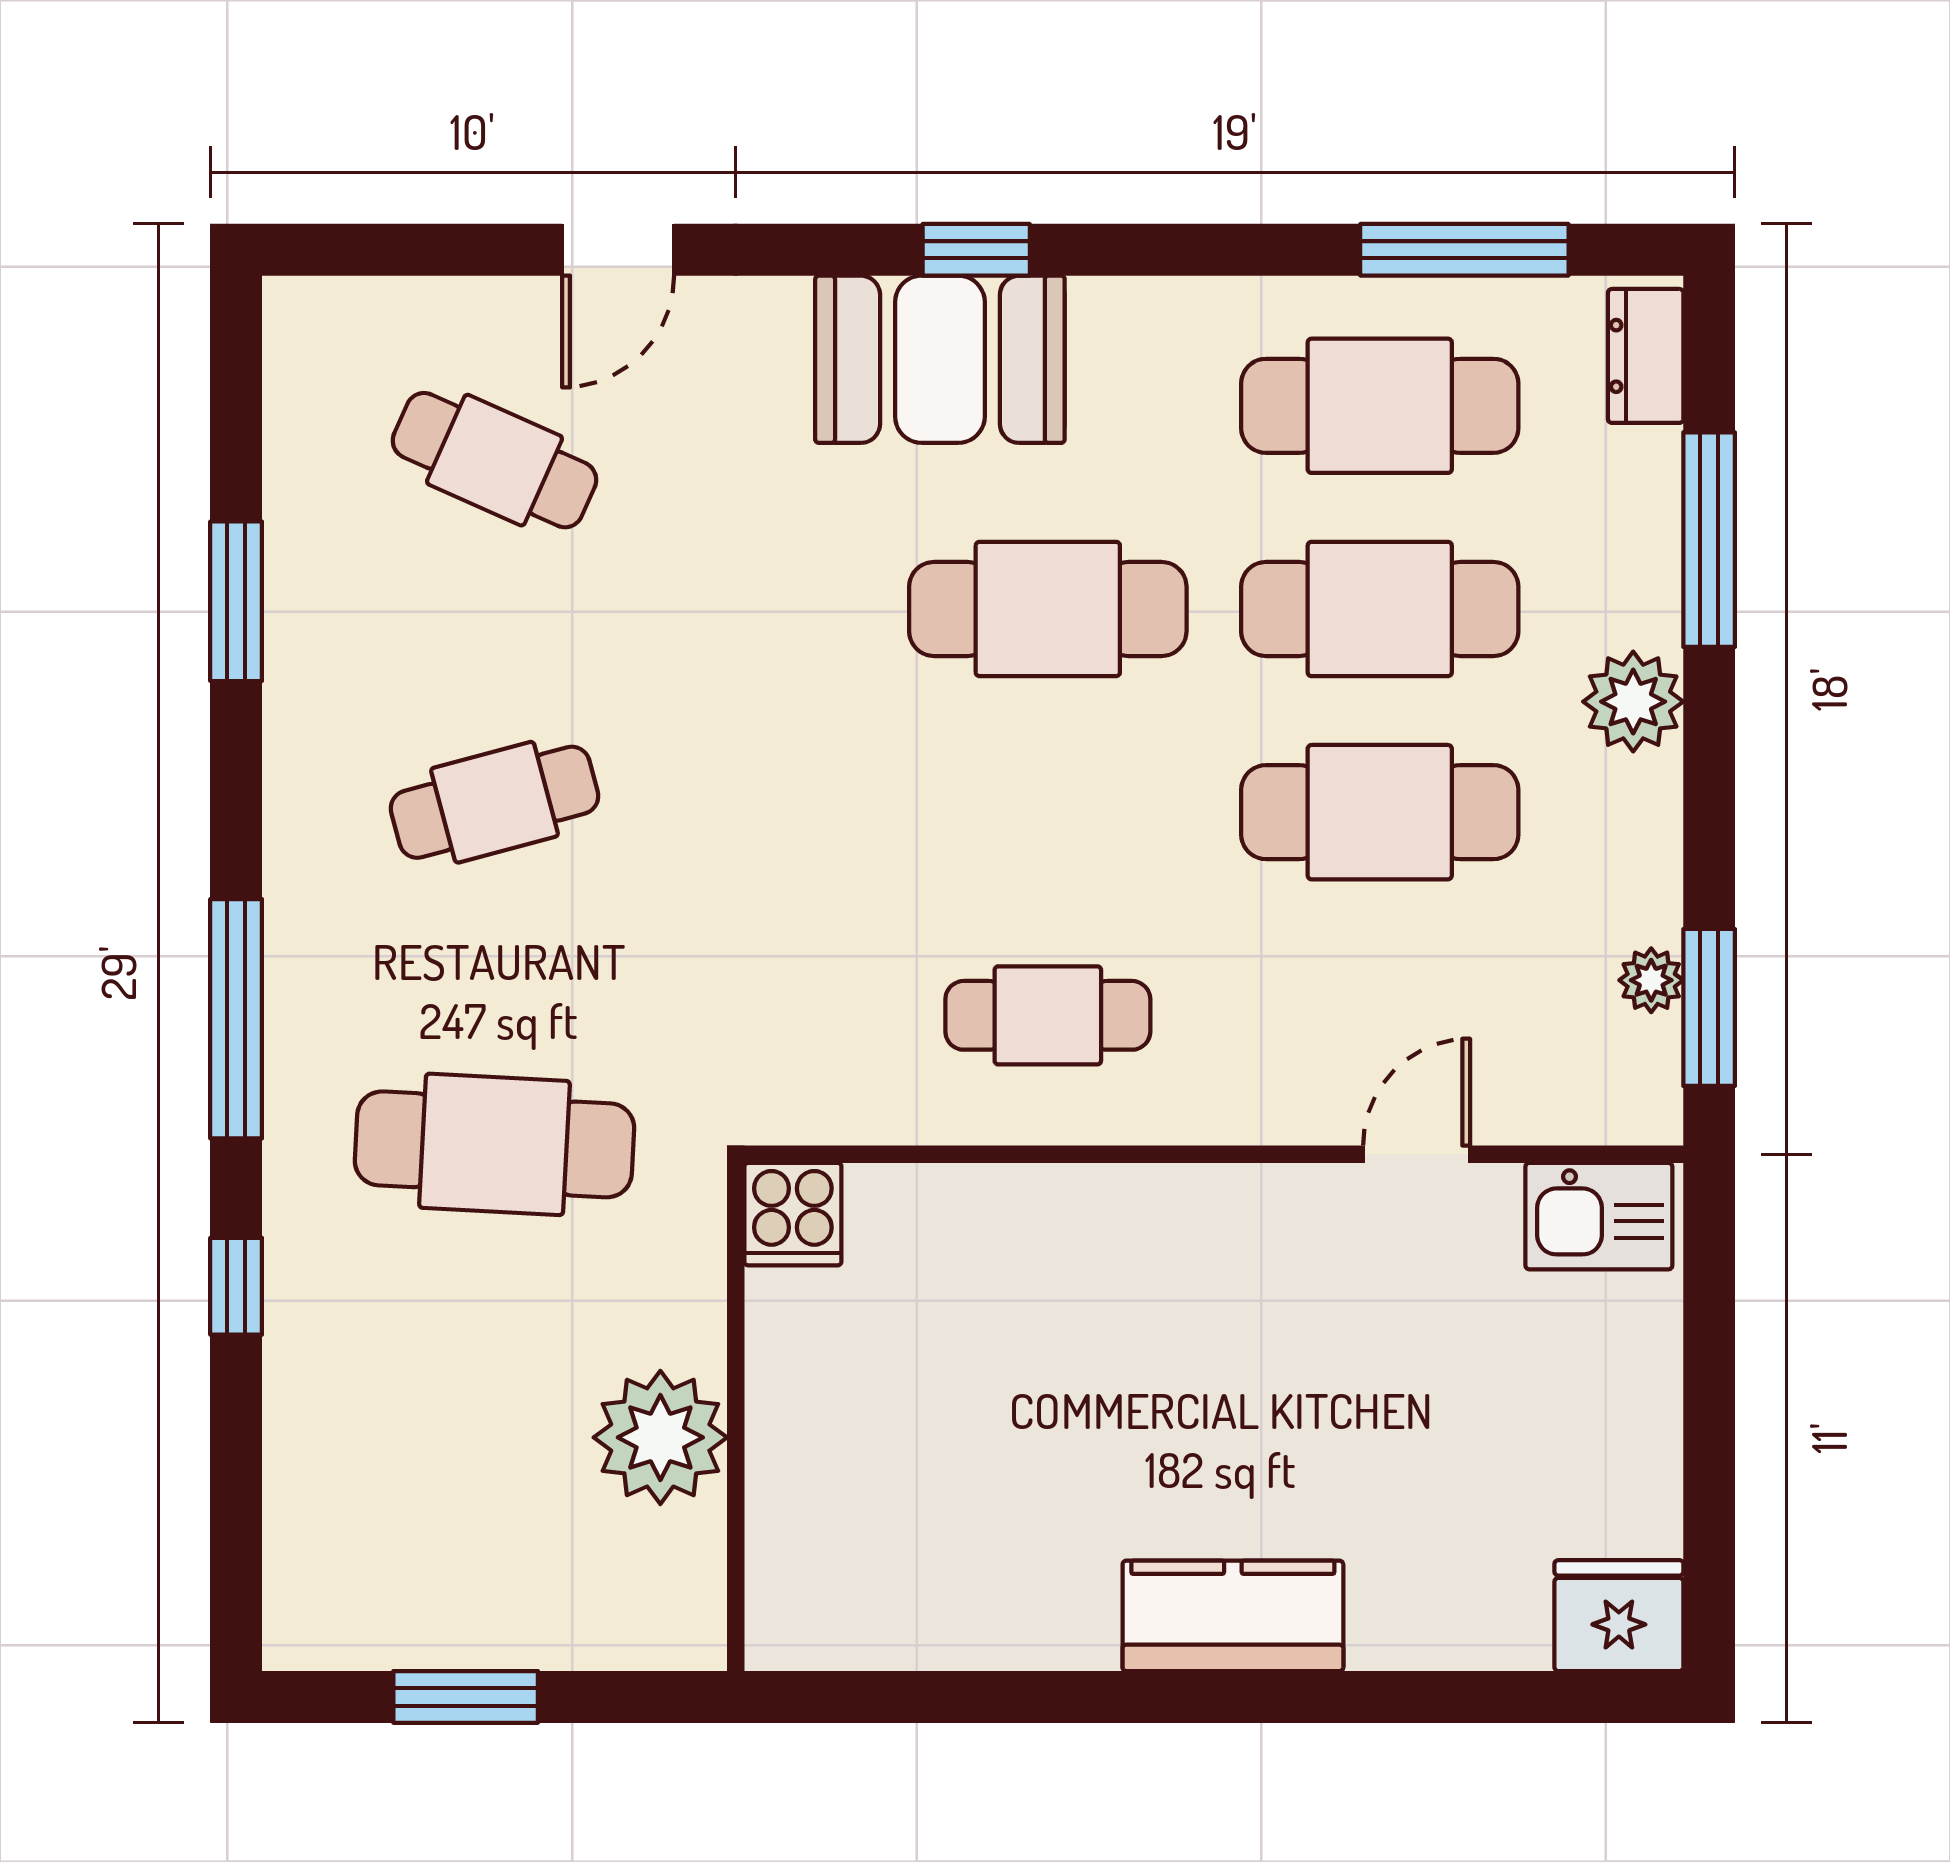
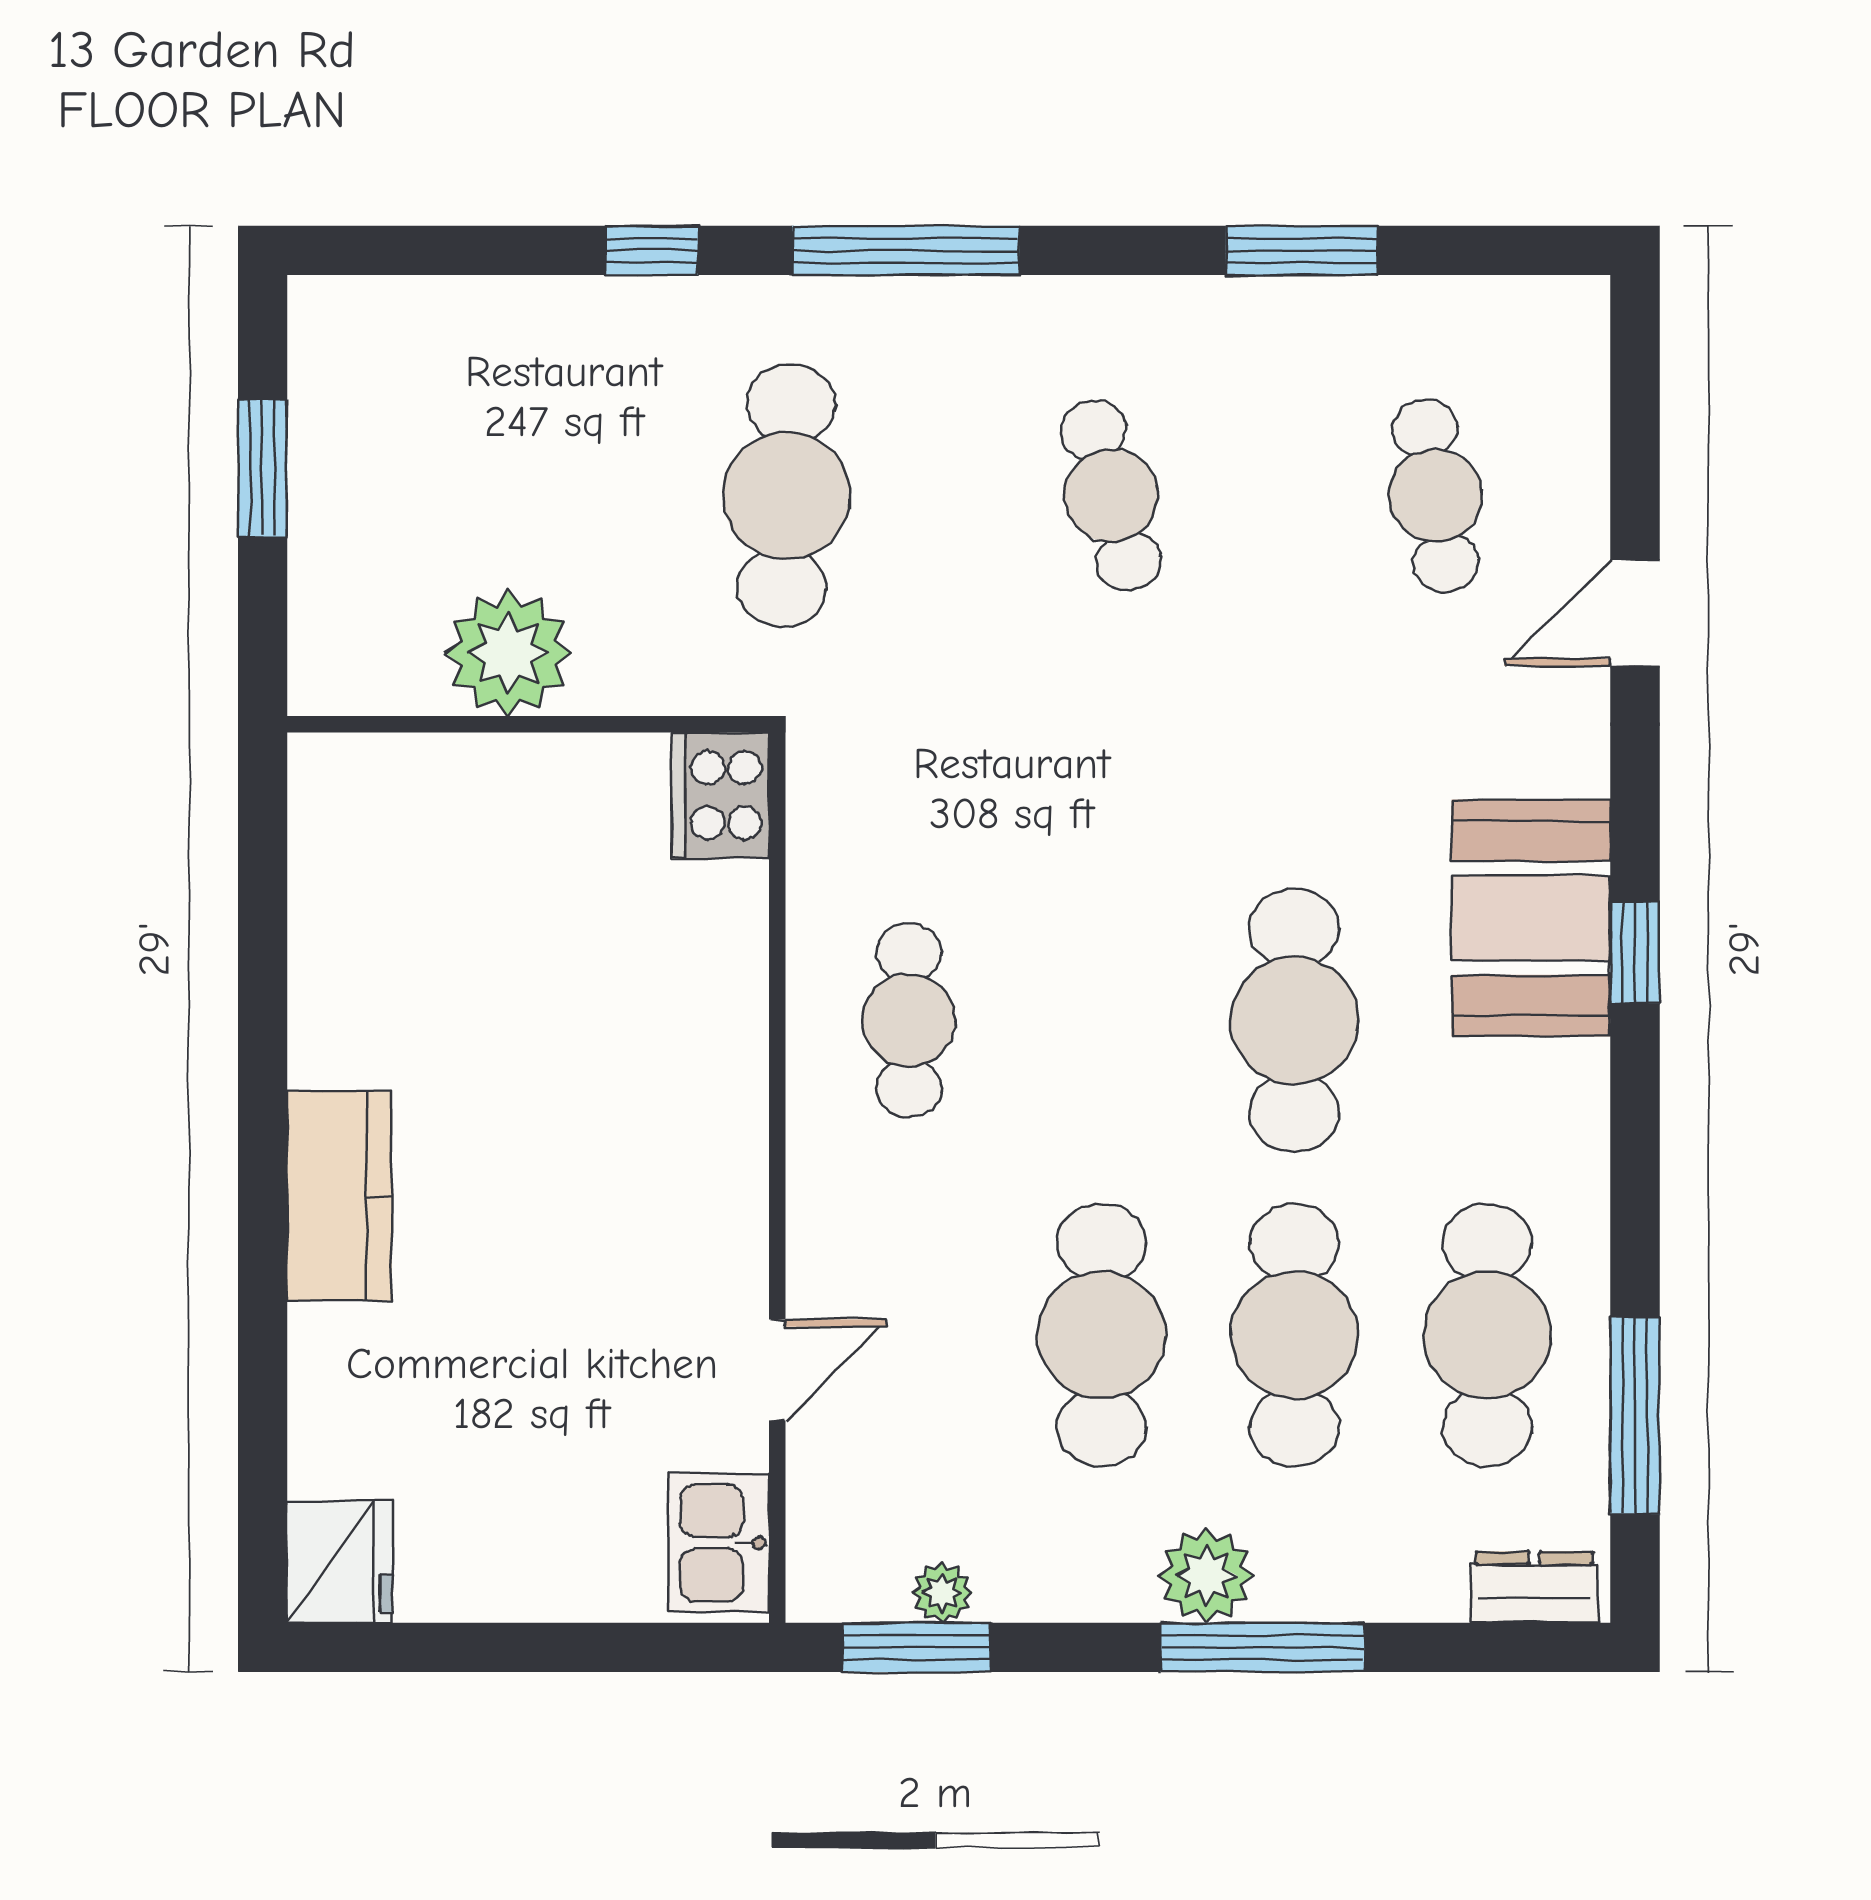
door: (618, 250) -> (1635, 613), hinge flipped
cafe table: (494, 460) -> (1435, 496), turned -33
window: (1709, 540) -> (1262, 1647), moved
door: (1417, 1154) -> (777, 1370), hinge flipped
cooker: (793, 1214) -> (720, 795), width x1.36

